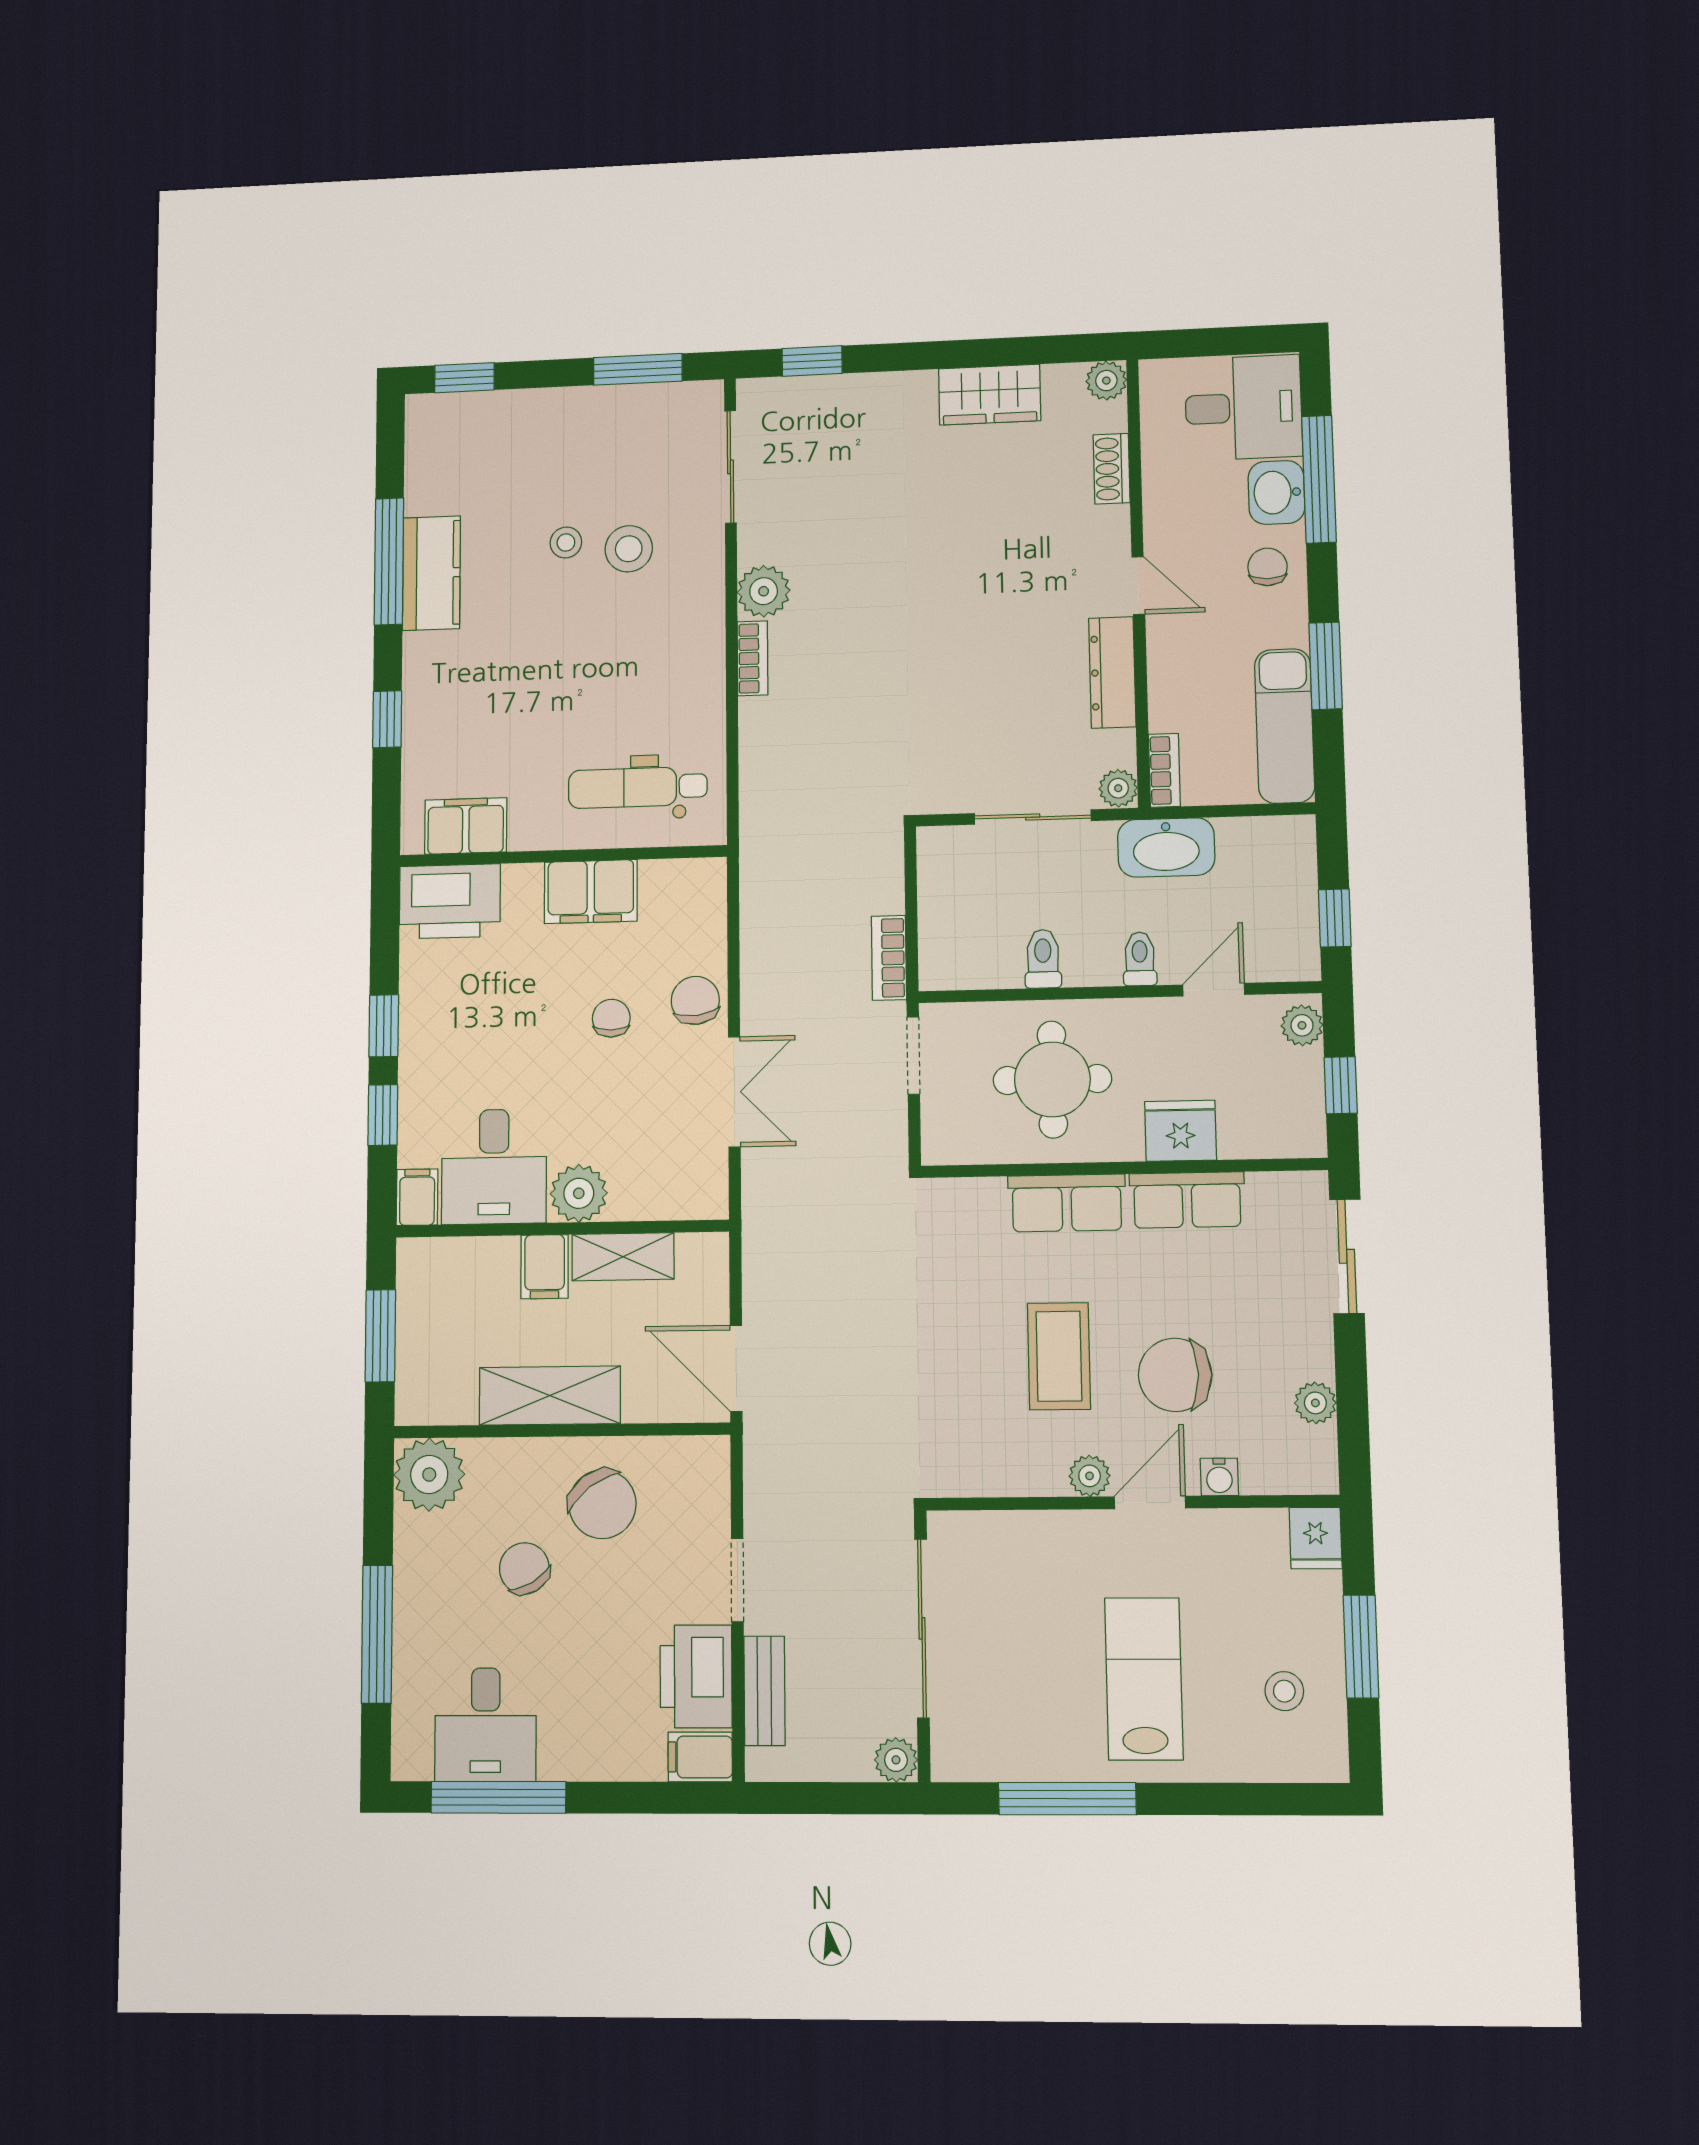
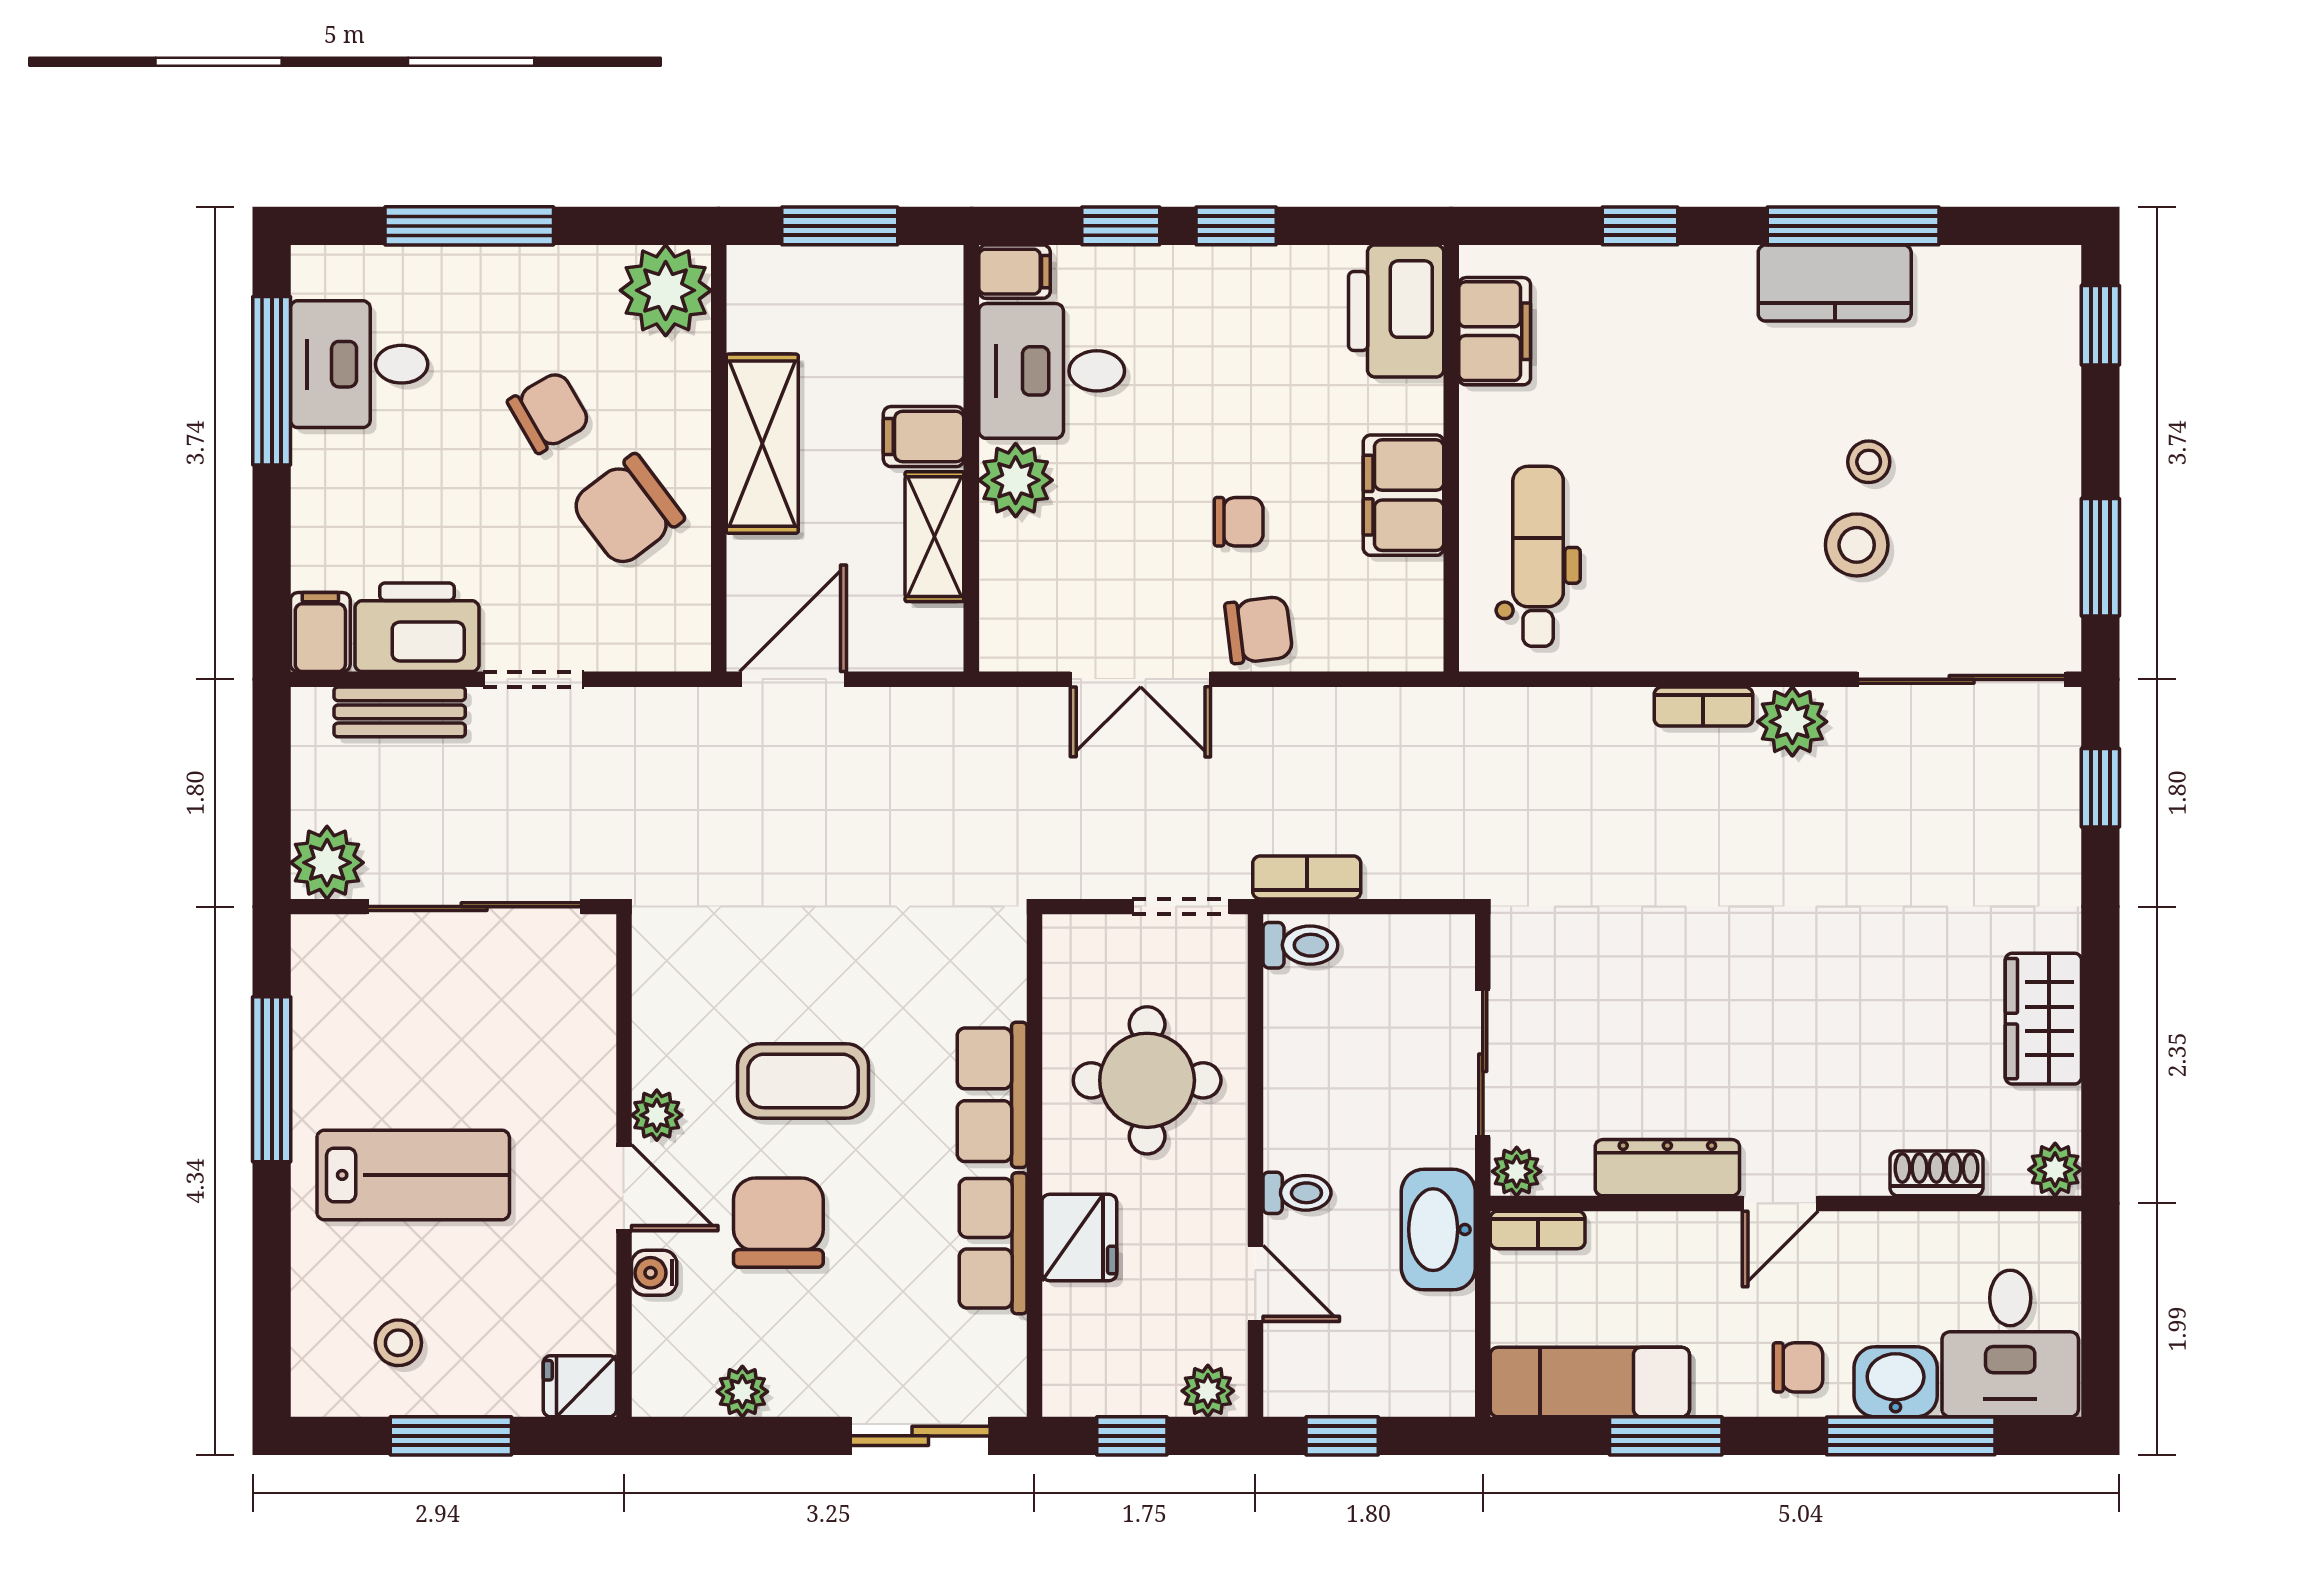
sliding door: (730, 467) -> (1962, 679), width x1.37
toilet: (1043, 959) -> (1300, 945), moved
plant: (896, 1760) -> (327, 863), width x1.38, depth x1.38

